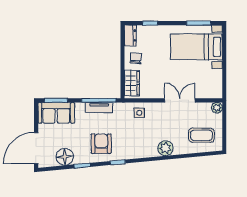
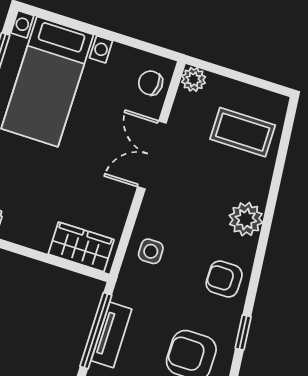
chair: (136, 58) -> (151, 83), moved
coffee table: (201, 135) -> (243, 132), turned 90
armchair: (137, 147) -> (224, 279), added

